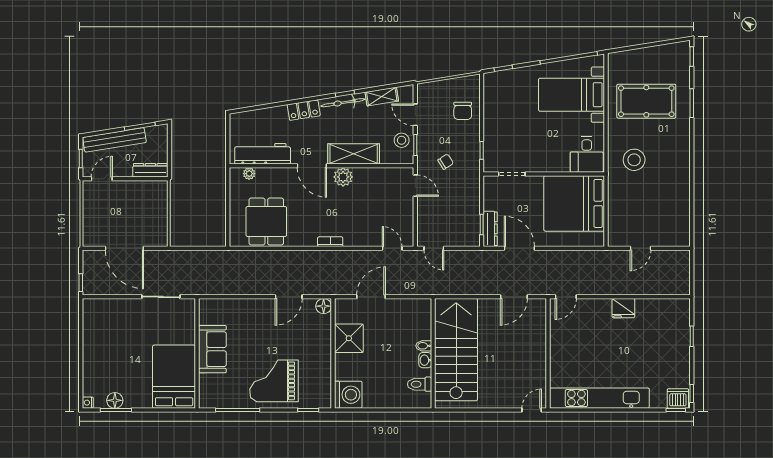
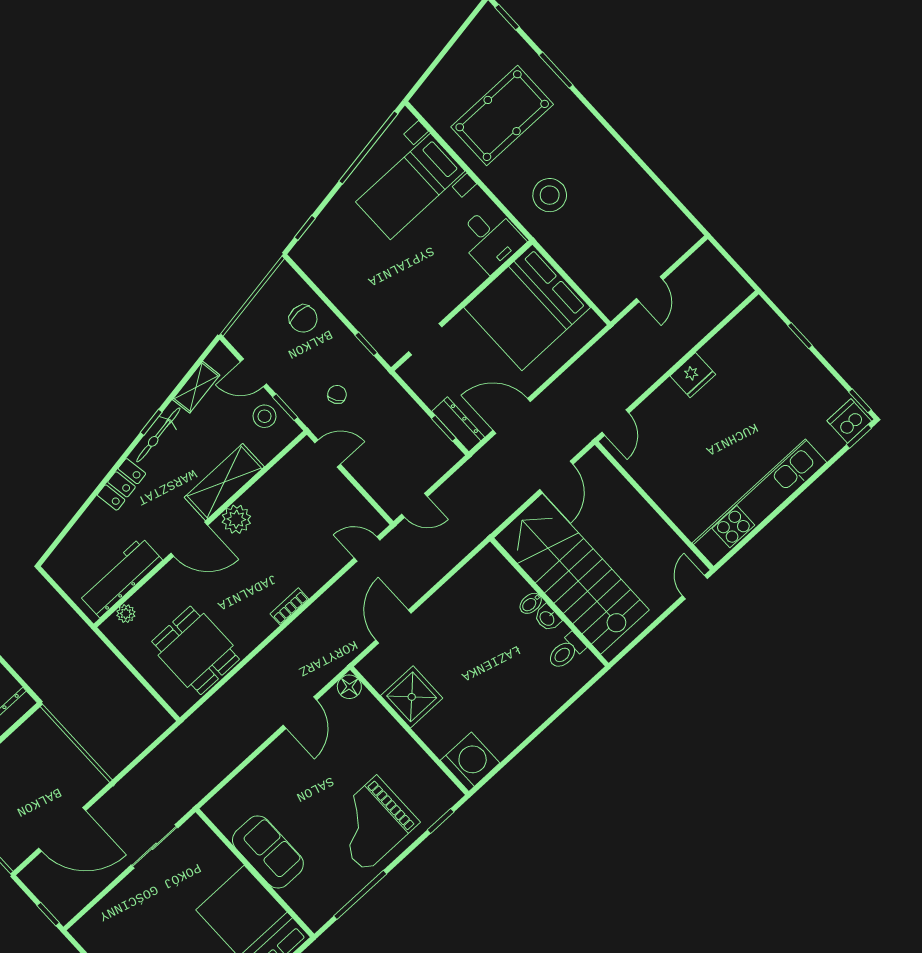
bidet: (424, 346) -> (531, 603), moved
stairs: (456, 350) -> (571, 574), moved
wall: (433, 353) -> (549, 602), moved
washbasin: (425, 360) -> (547, 618), moved
toilet: (420, 384) -> (566, 651), moved

